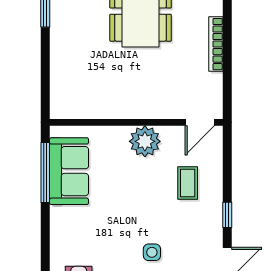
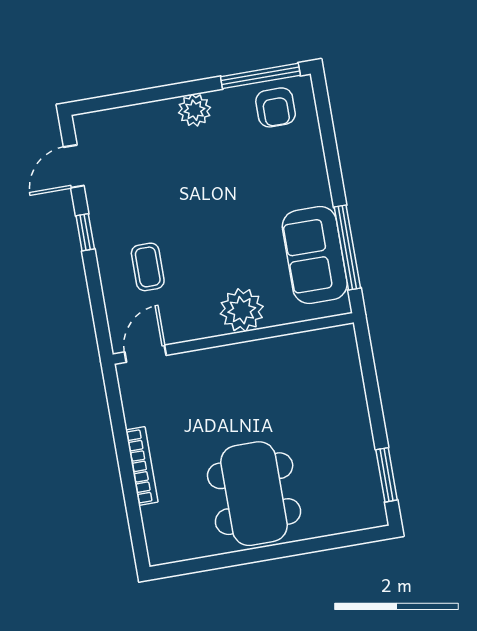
plant: (145, 141) -> (242, 310), moved
side table: (152, 252) -> (181, 162), removed

